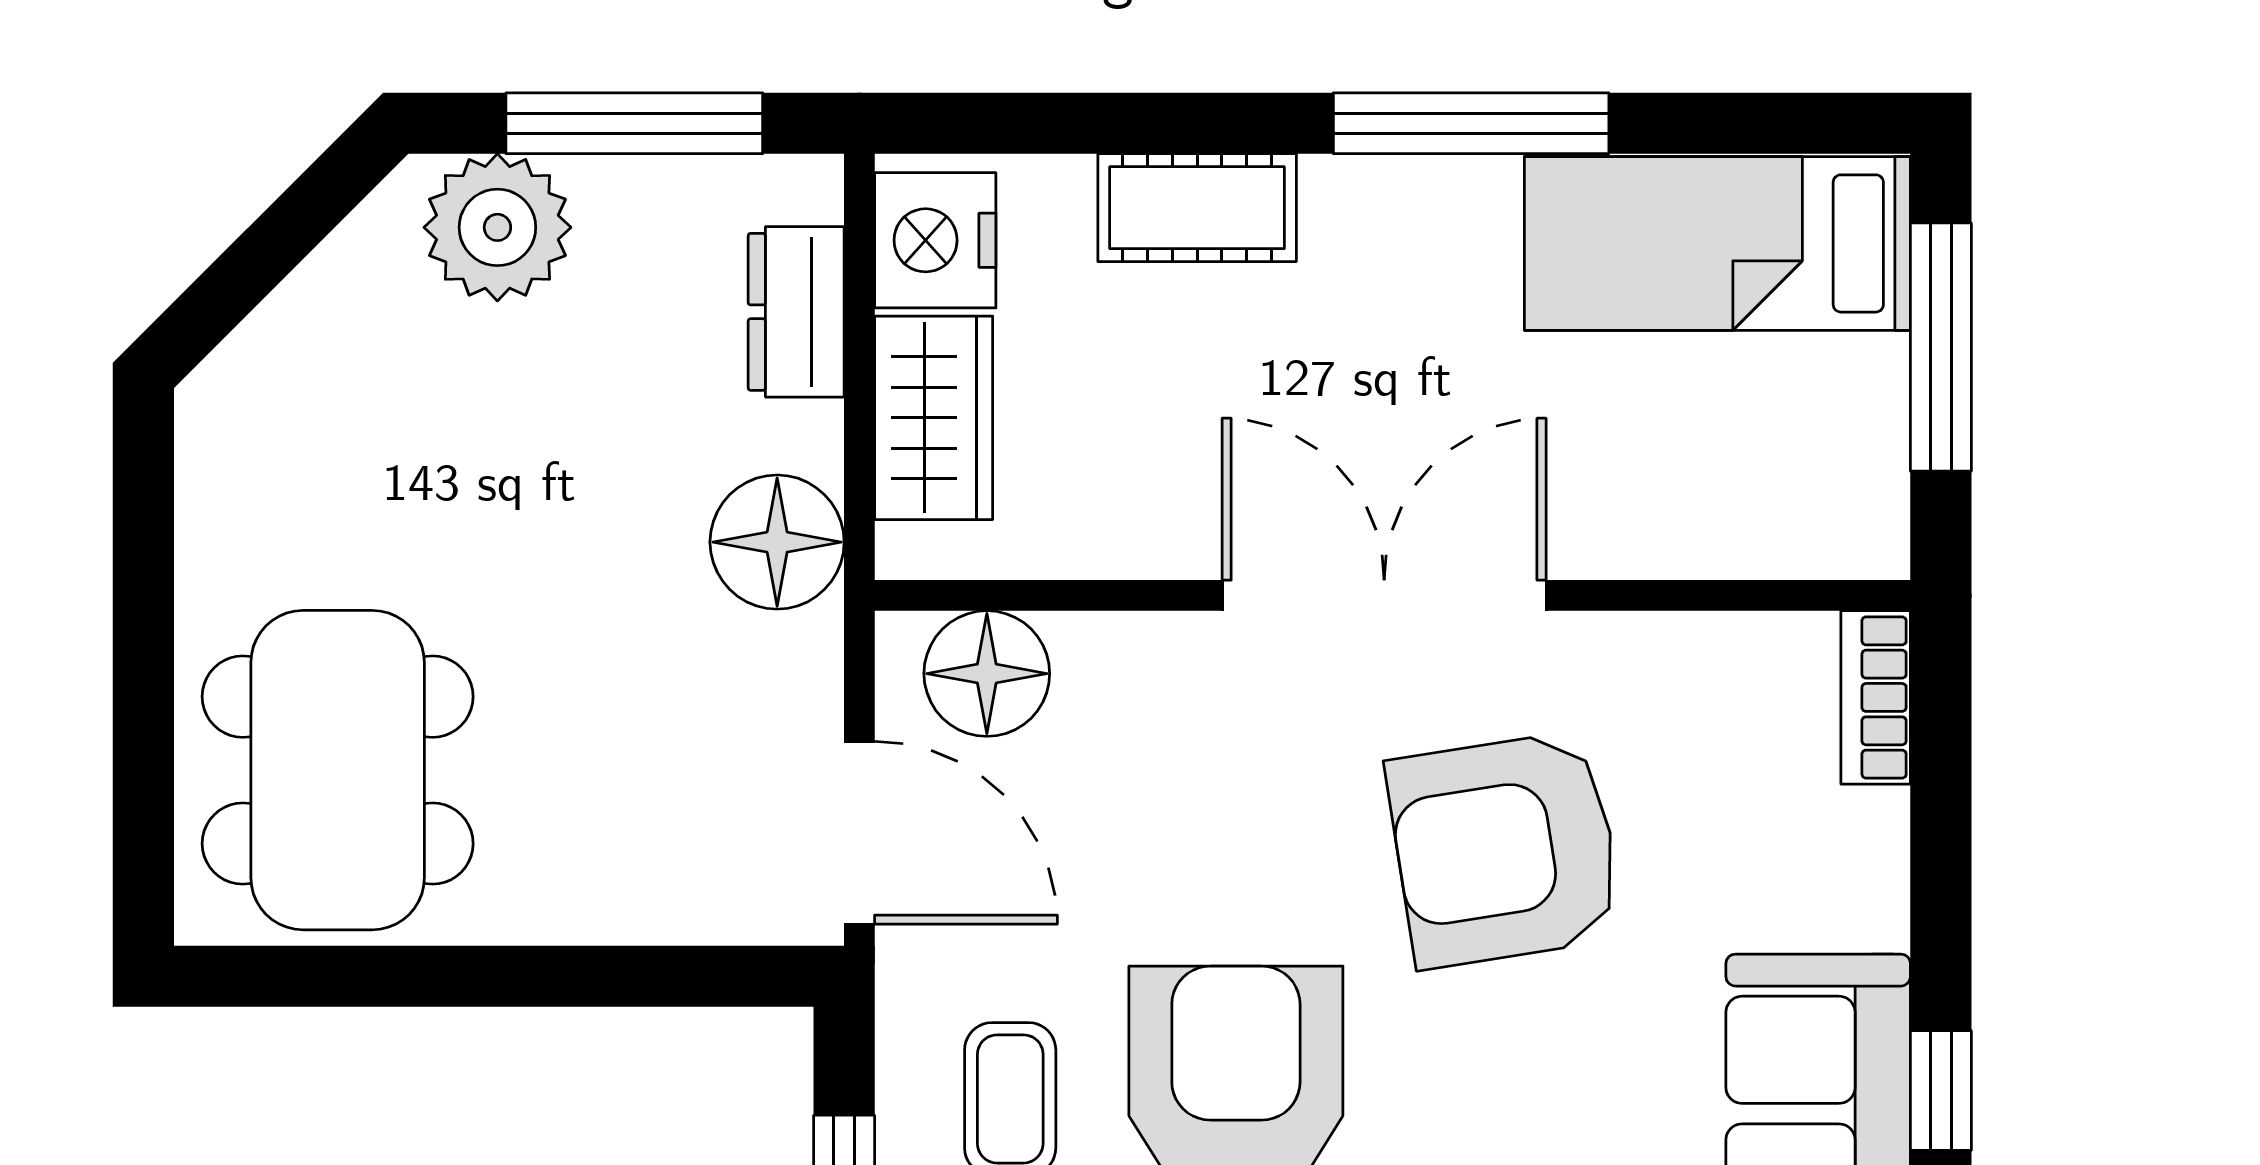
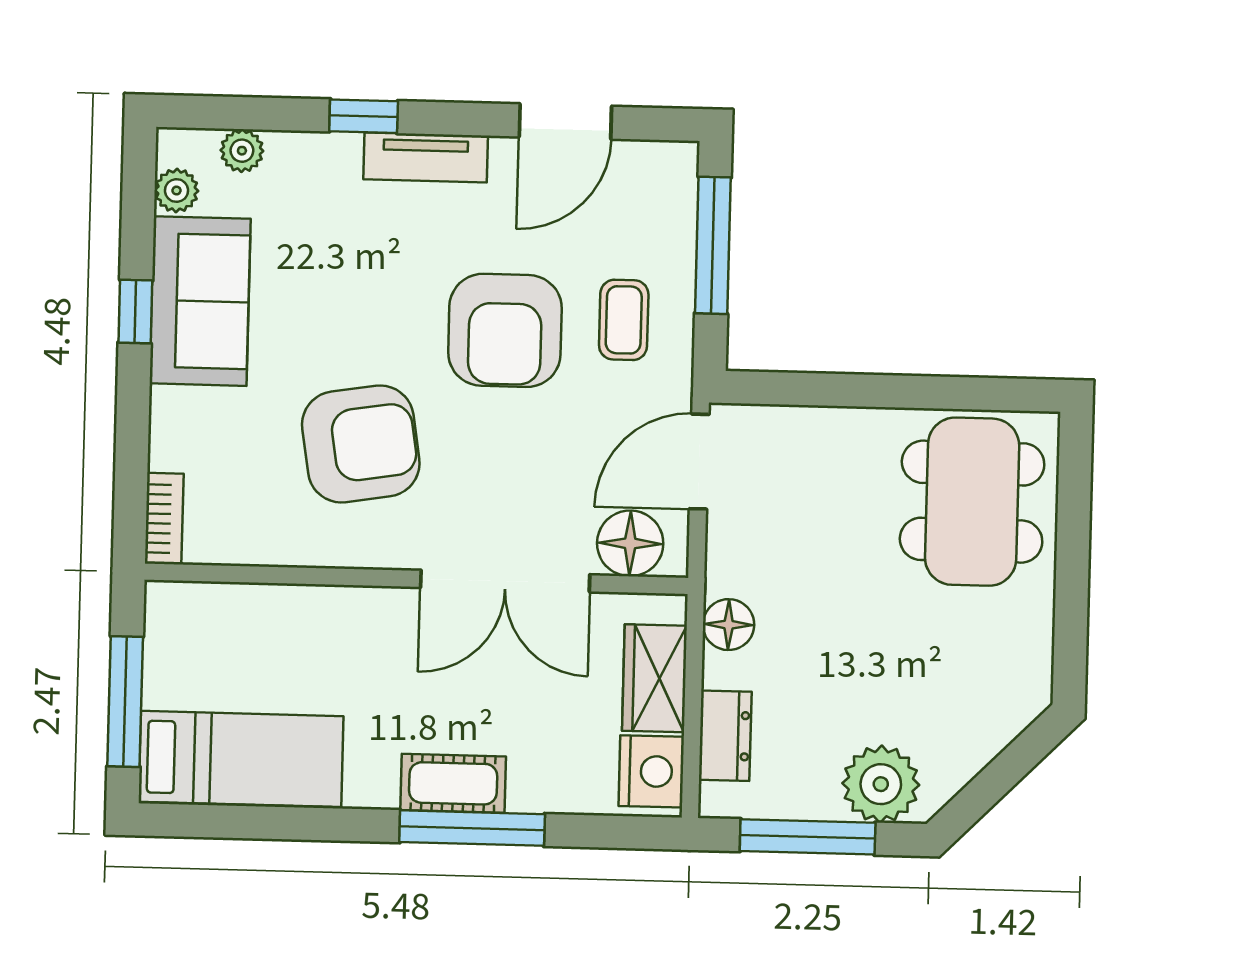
window: (1471, 123) -> (472, 828), moved
cot: (1197, 208) -> (453, 783), moved
floor lamp: (777, 542) -> (729, 625), width x0.73, depth x0.73
double door: (1384, 595) -> (505, 581), moved
door: (859, 833) -> (699, 462), hinge flipped

